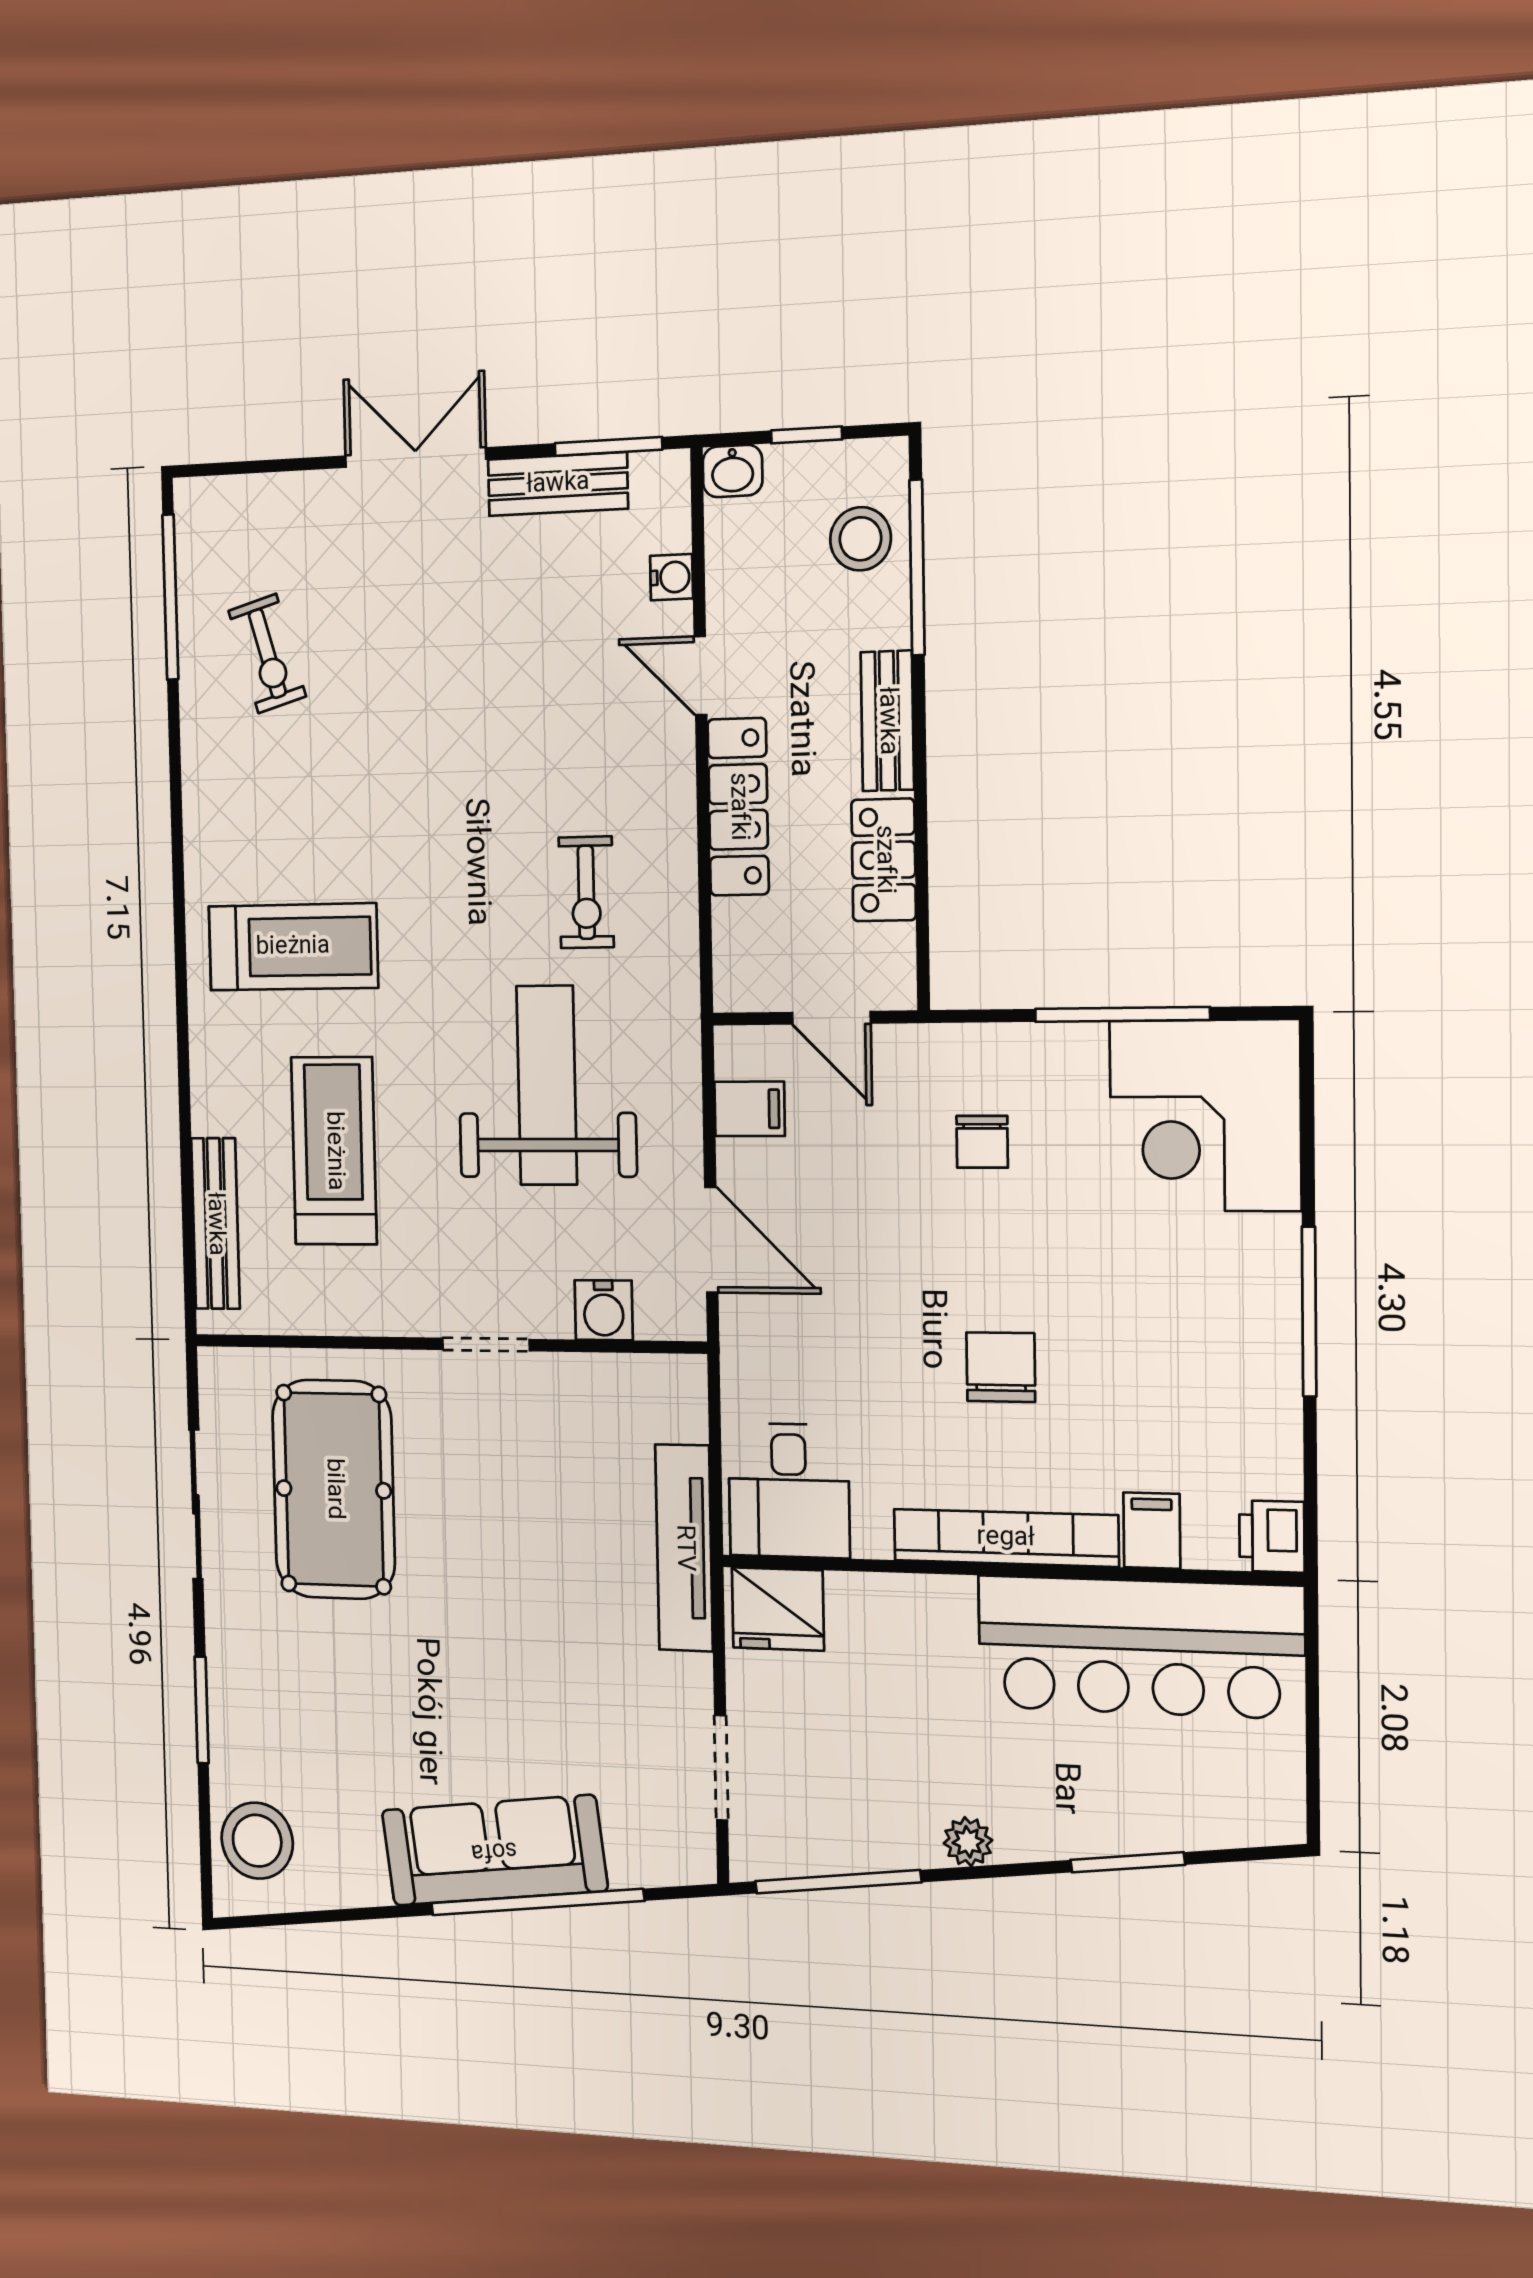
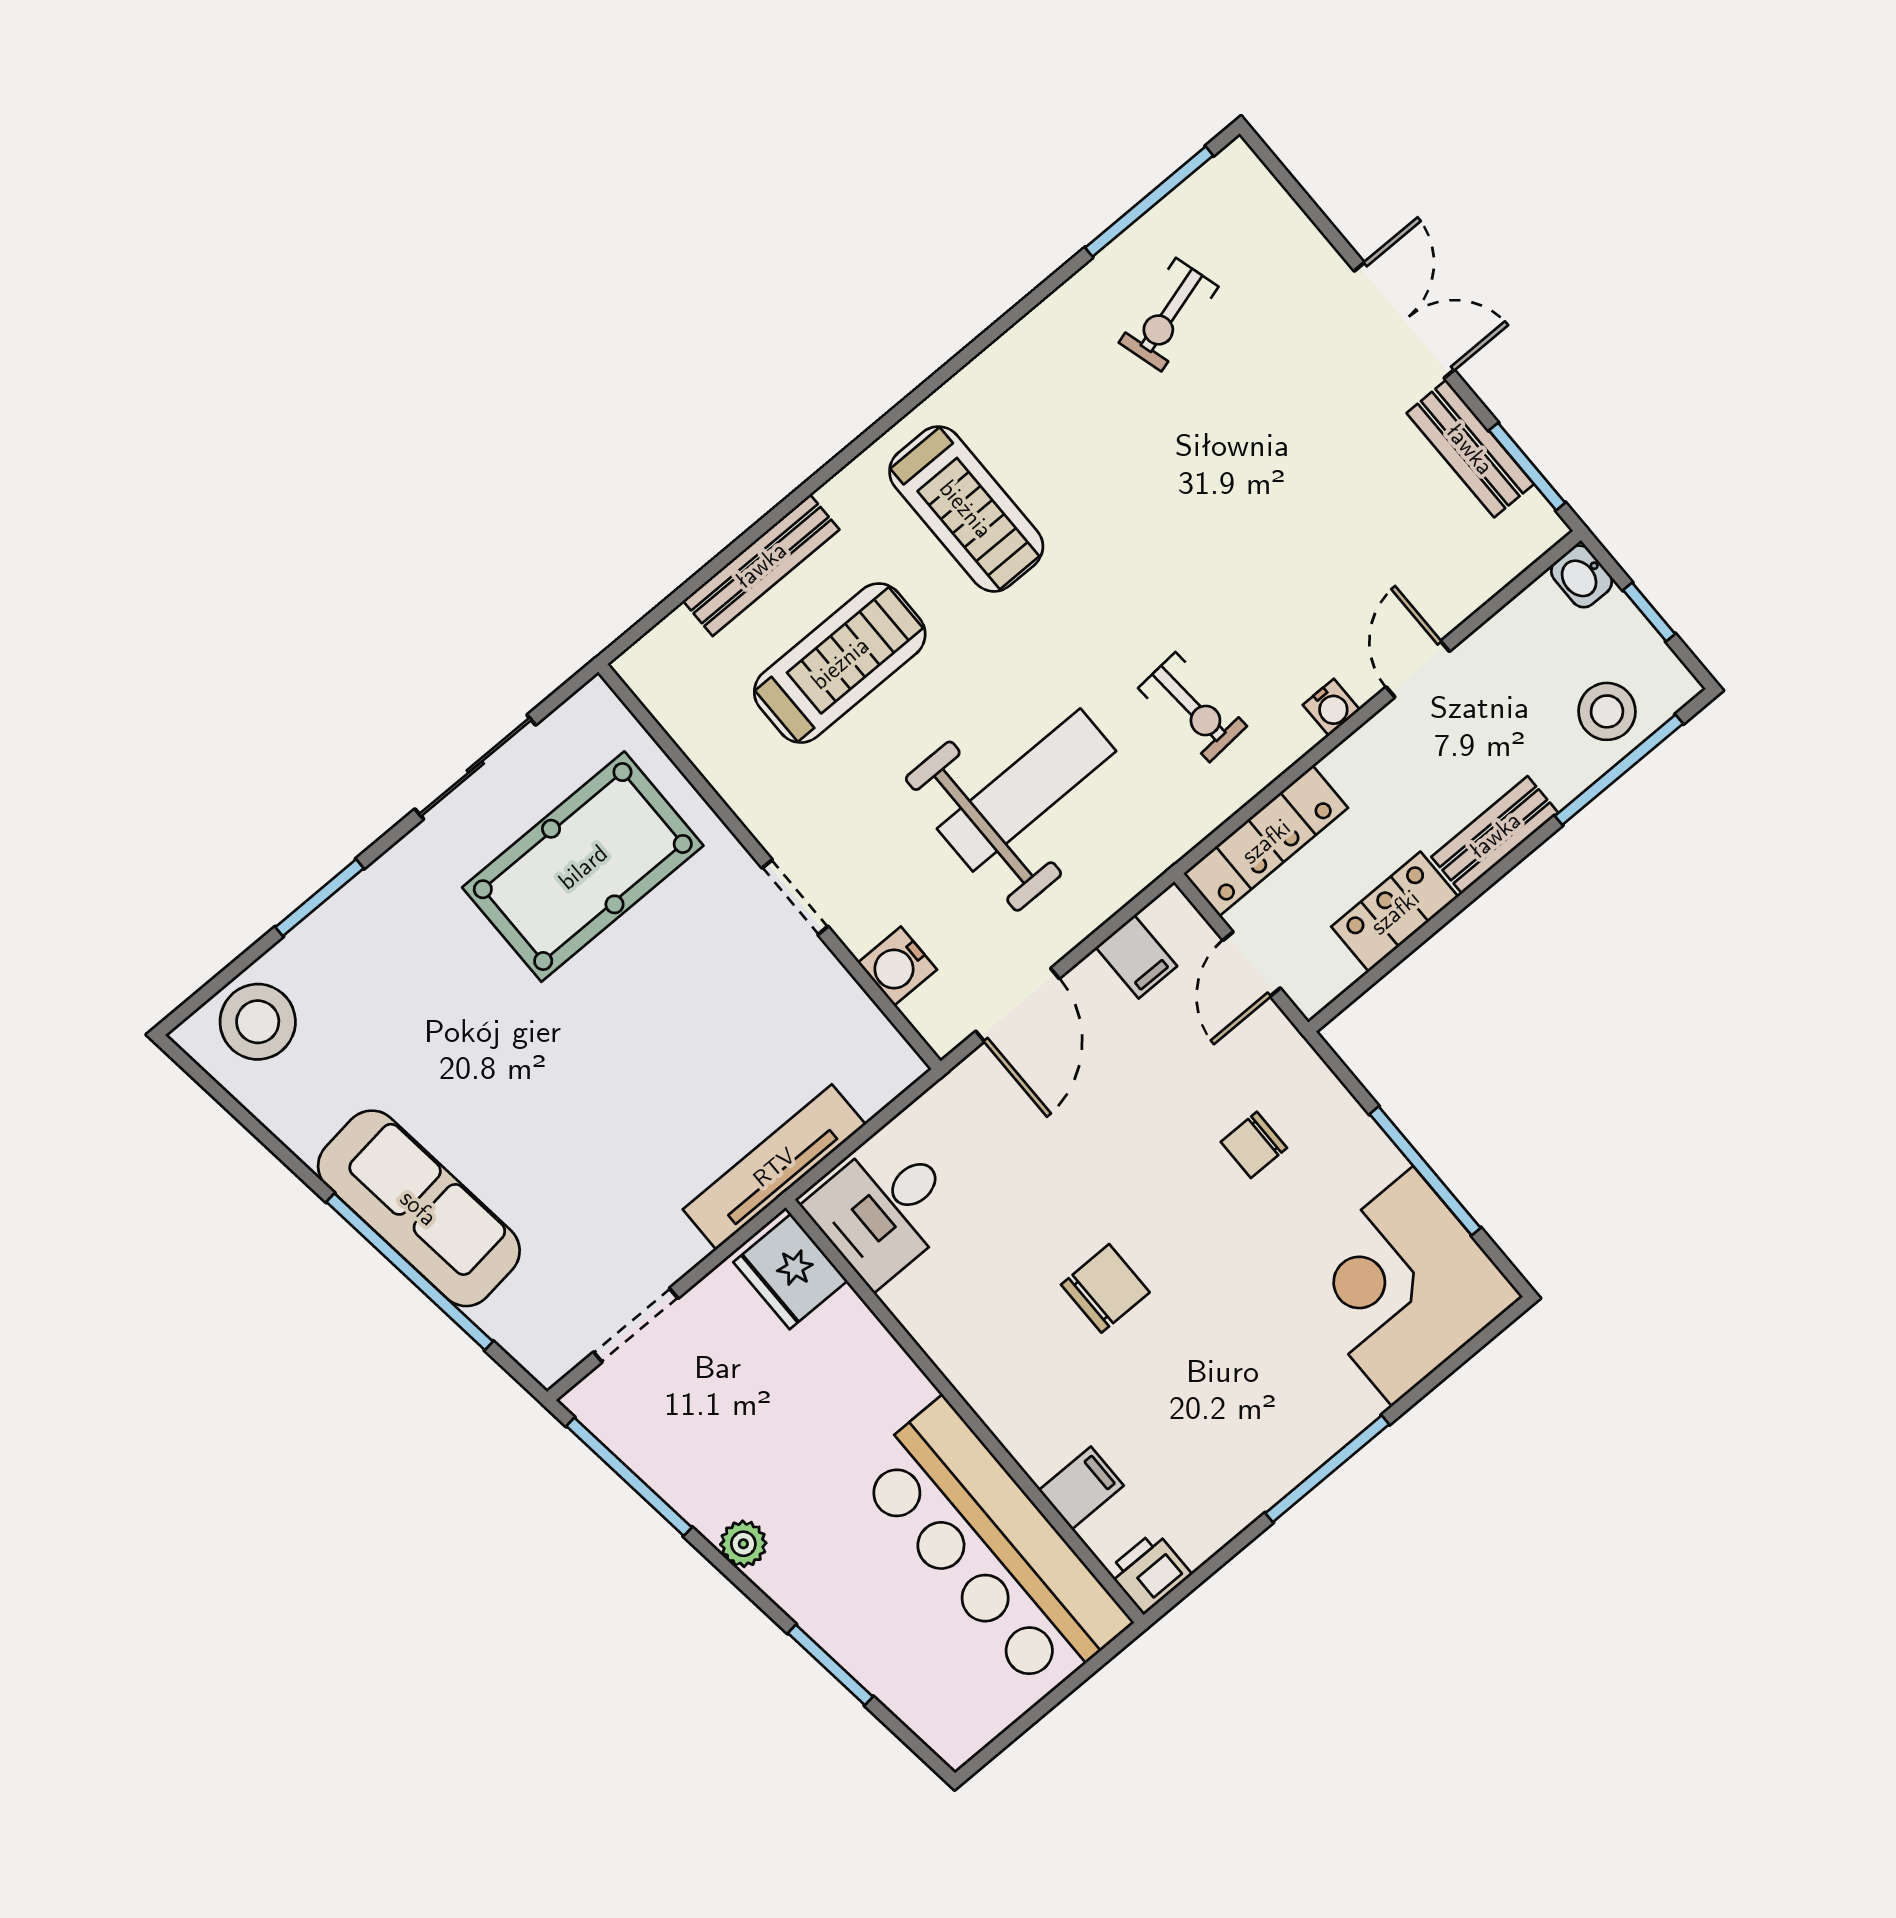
water cooler: (671, 577) -> (1331, 707), moved
locker: (738, 807) -> (1266, 841), moved
exercise bike: (586, 892) -> (1193, 707), turned -94
bench: (215, 1224) -> (761, 565), moved
bookcase: (1006, 1538) -> (987, 1391), removed

